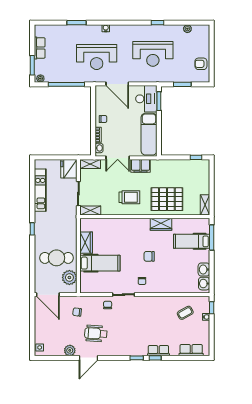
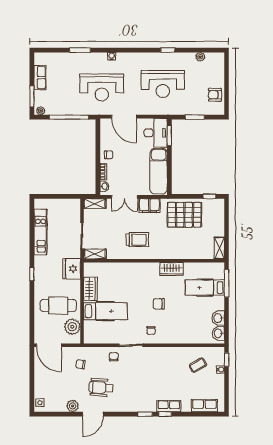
fridge: (69, 169) -> (72, 269), moved
pallet: (167, 199) -> (184, 215), moved

